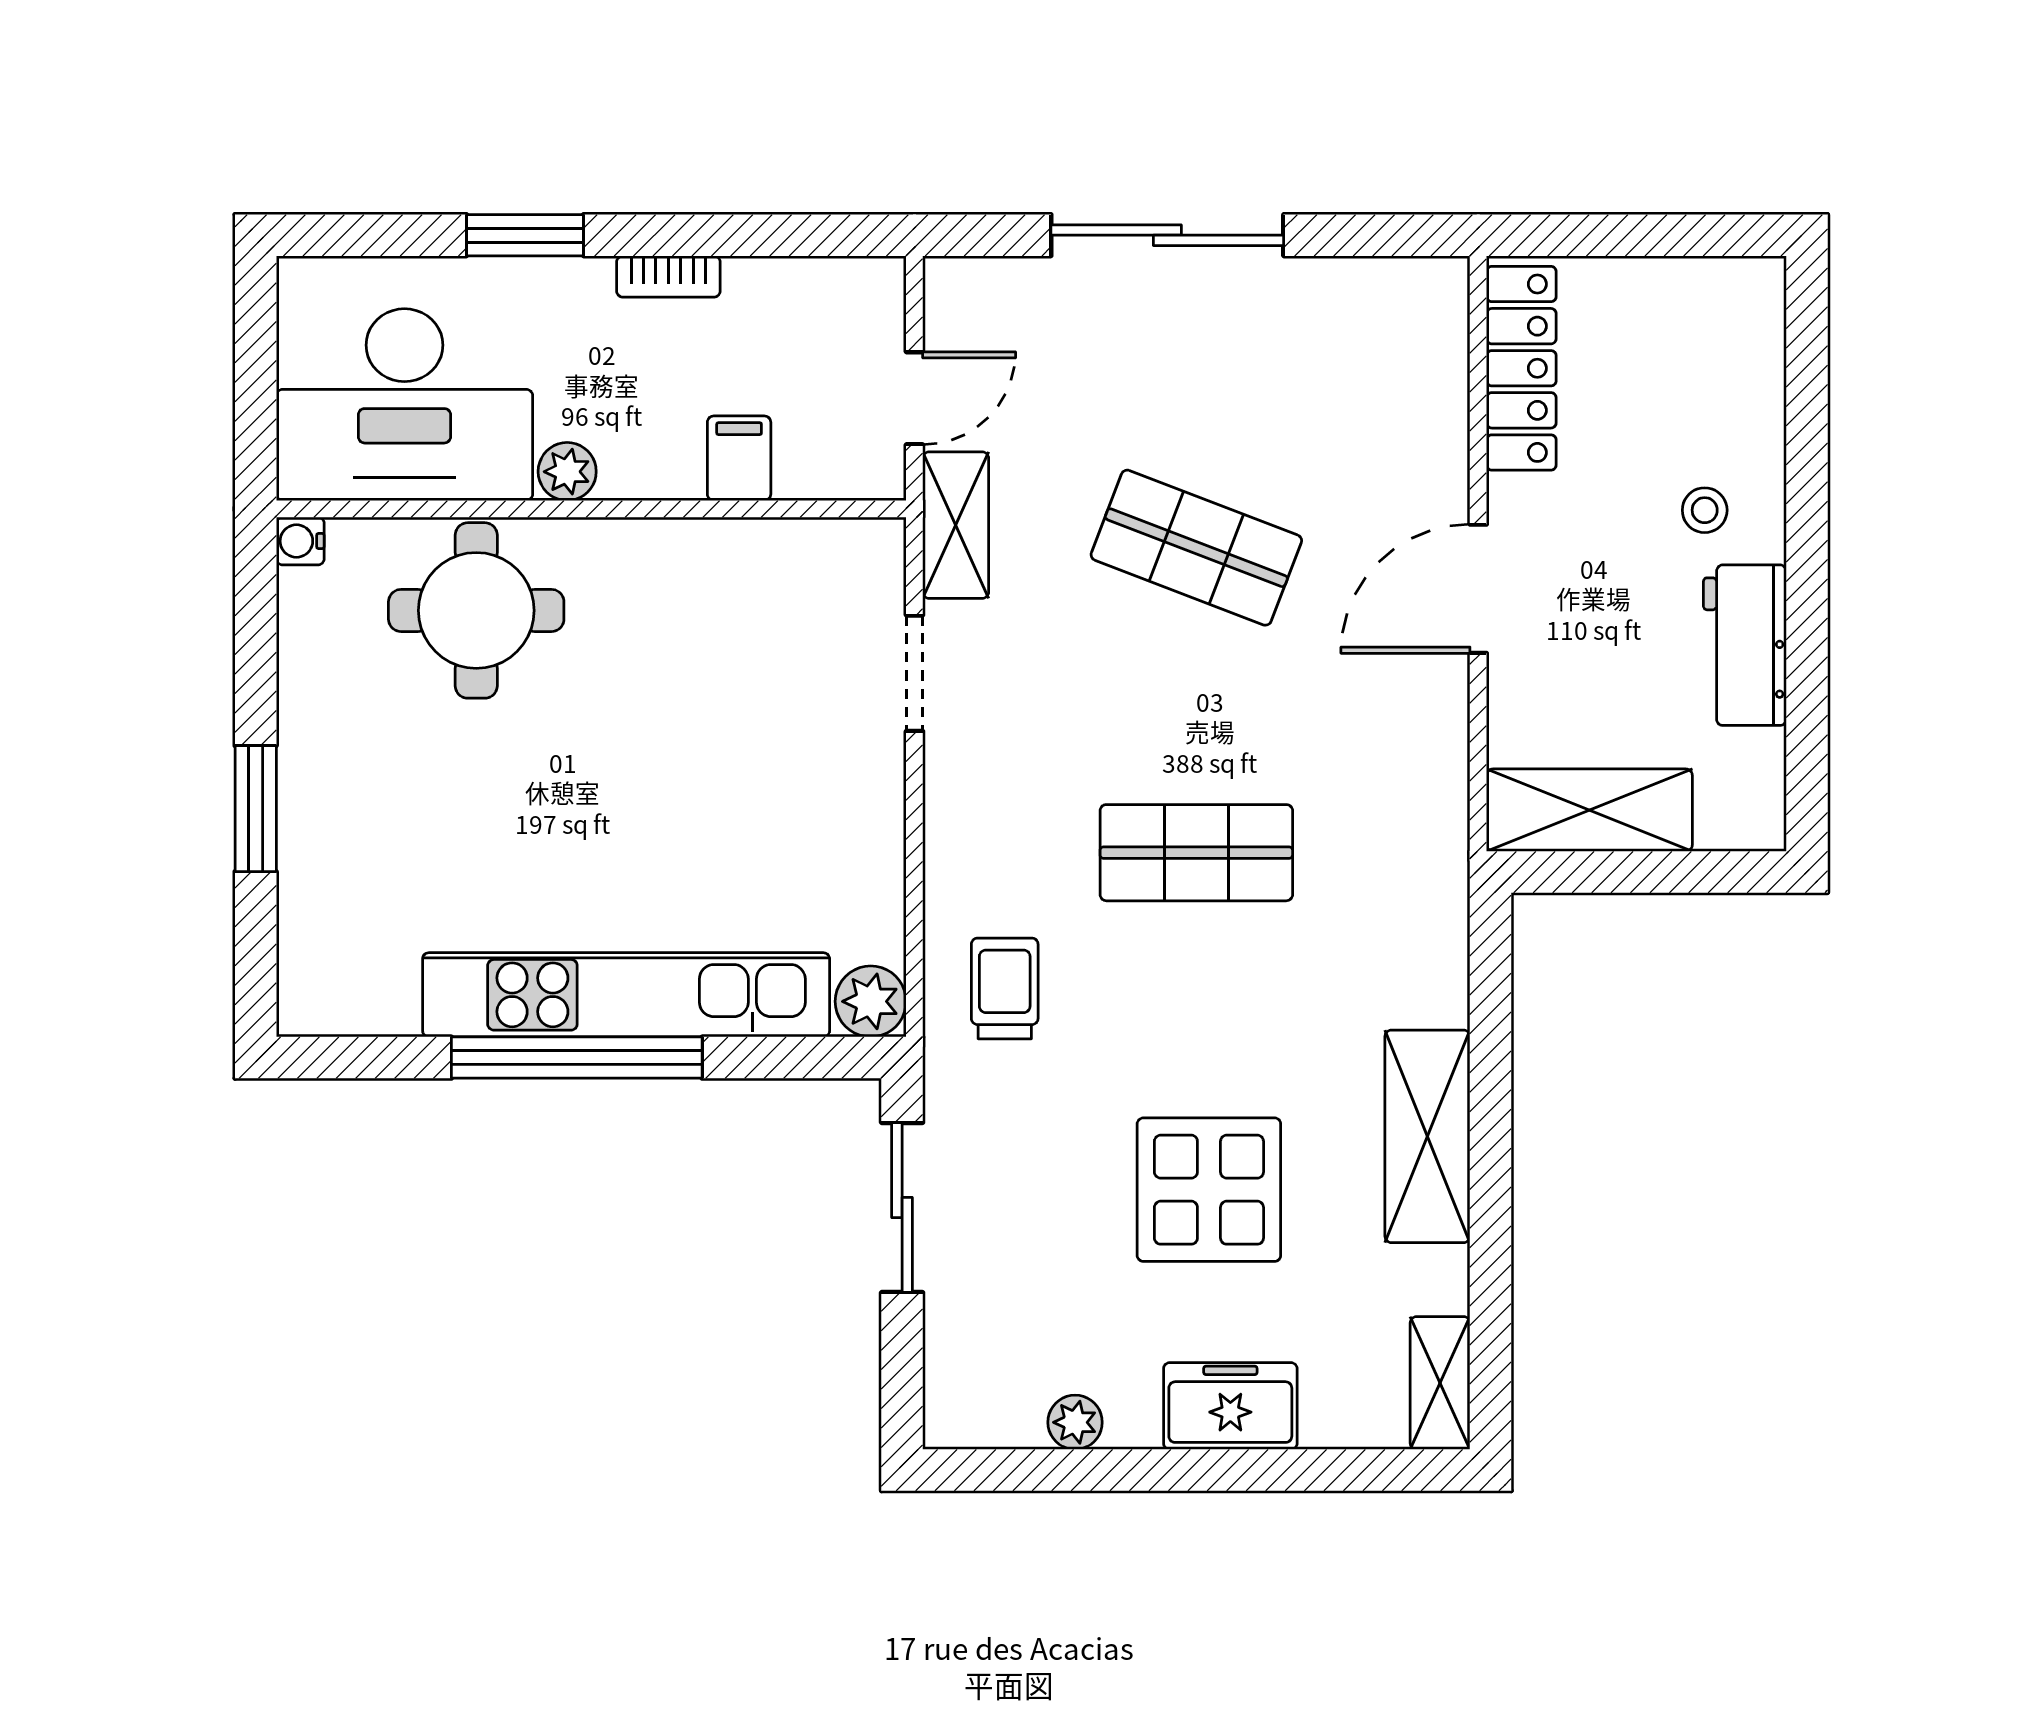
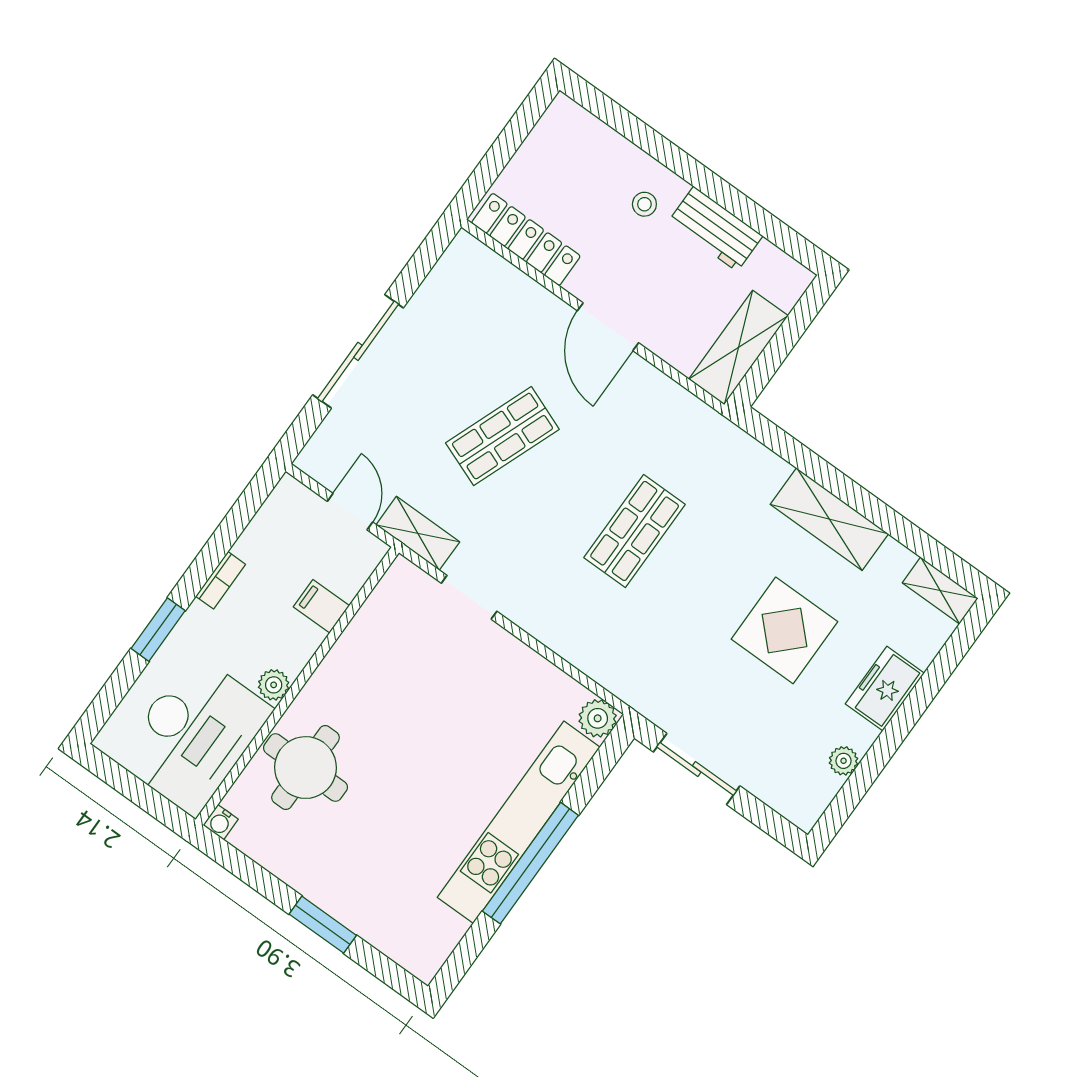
trolley: (1005, 988) -> (634, 656), removed

